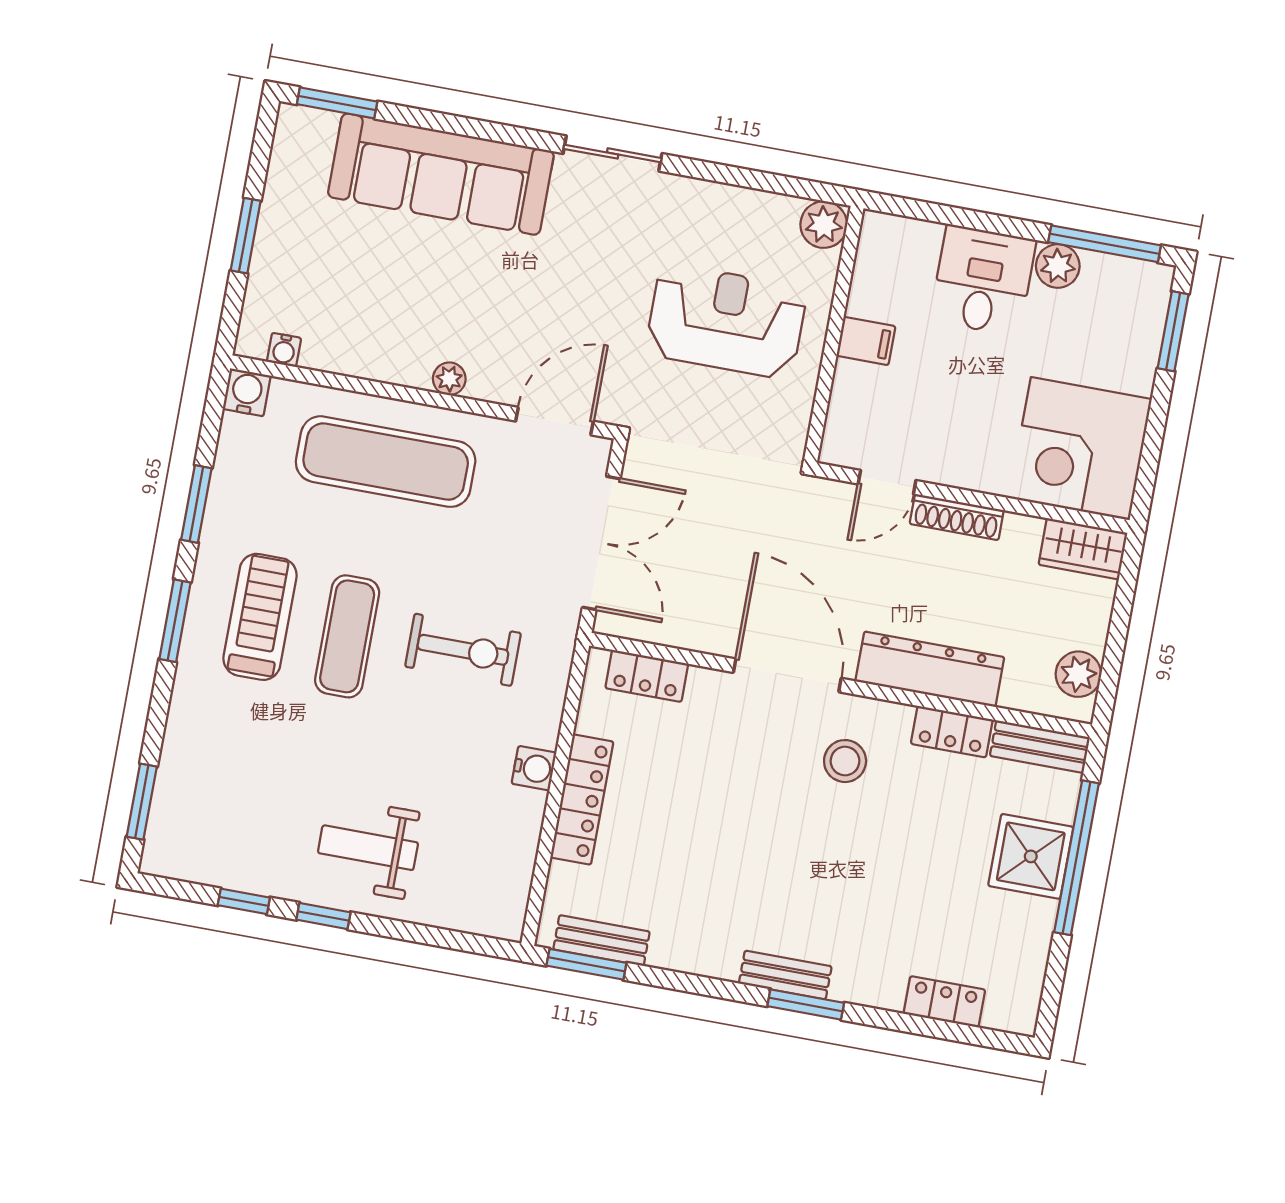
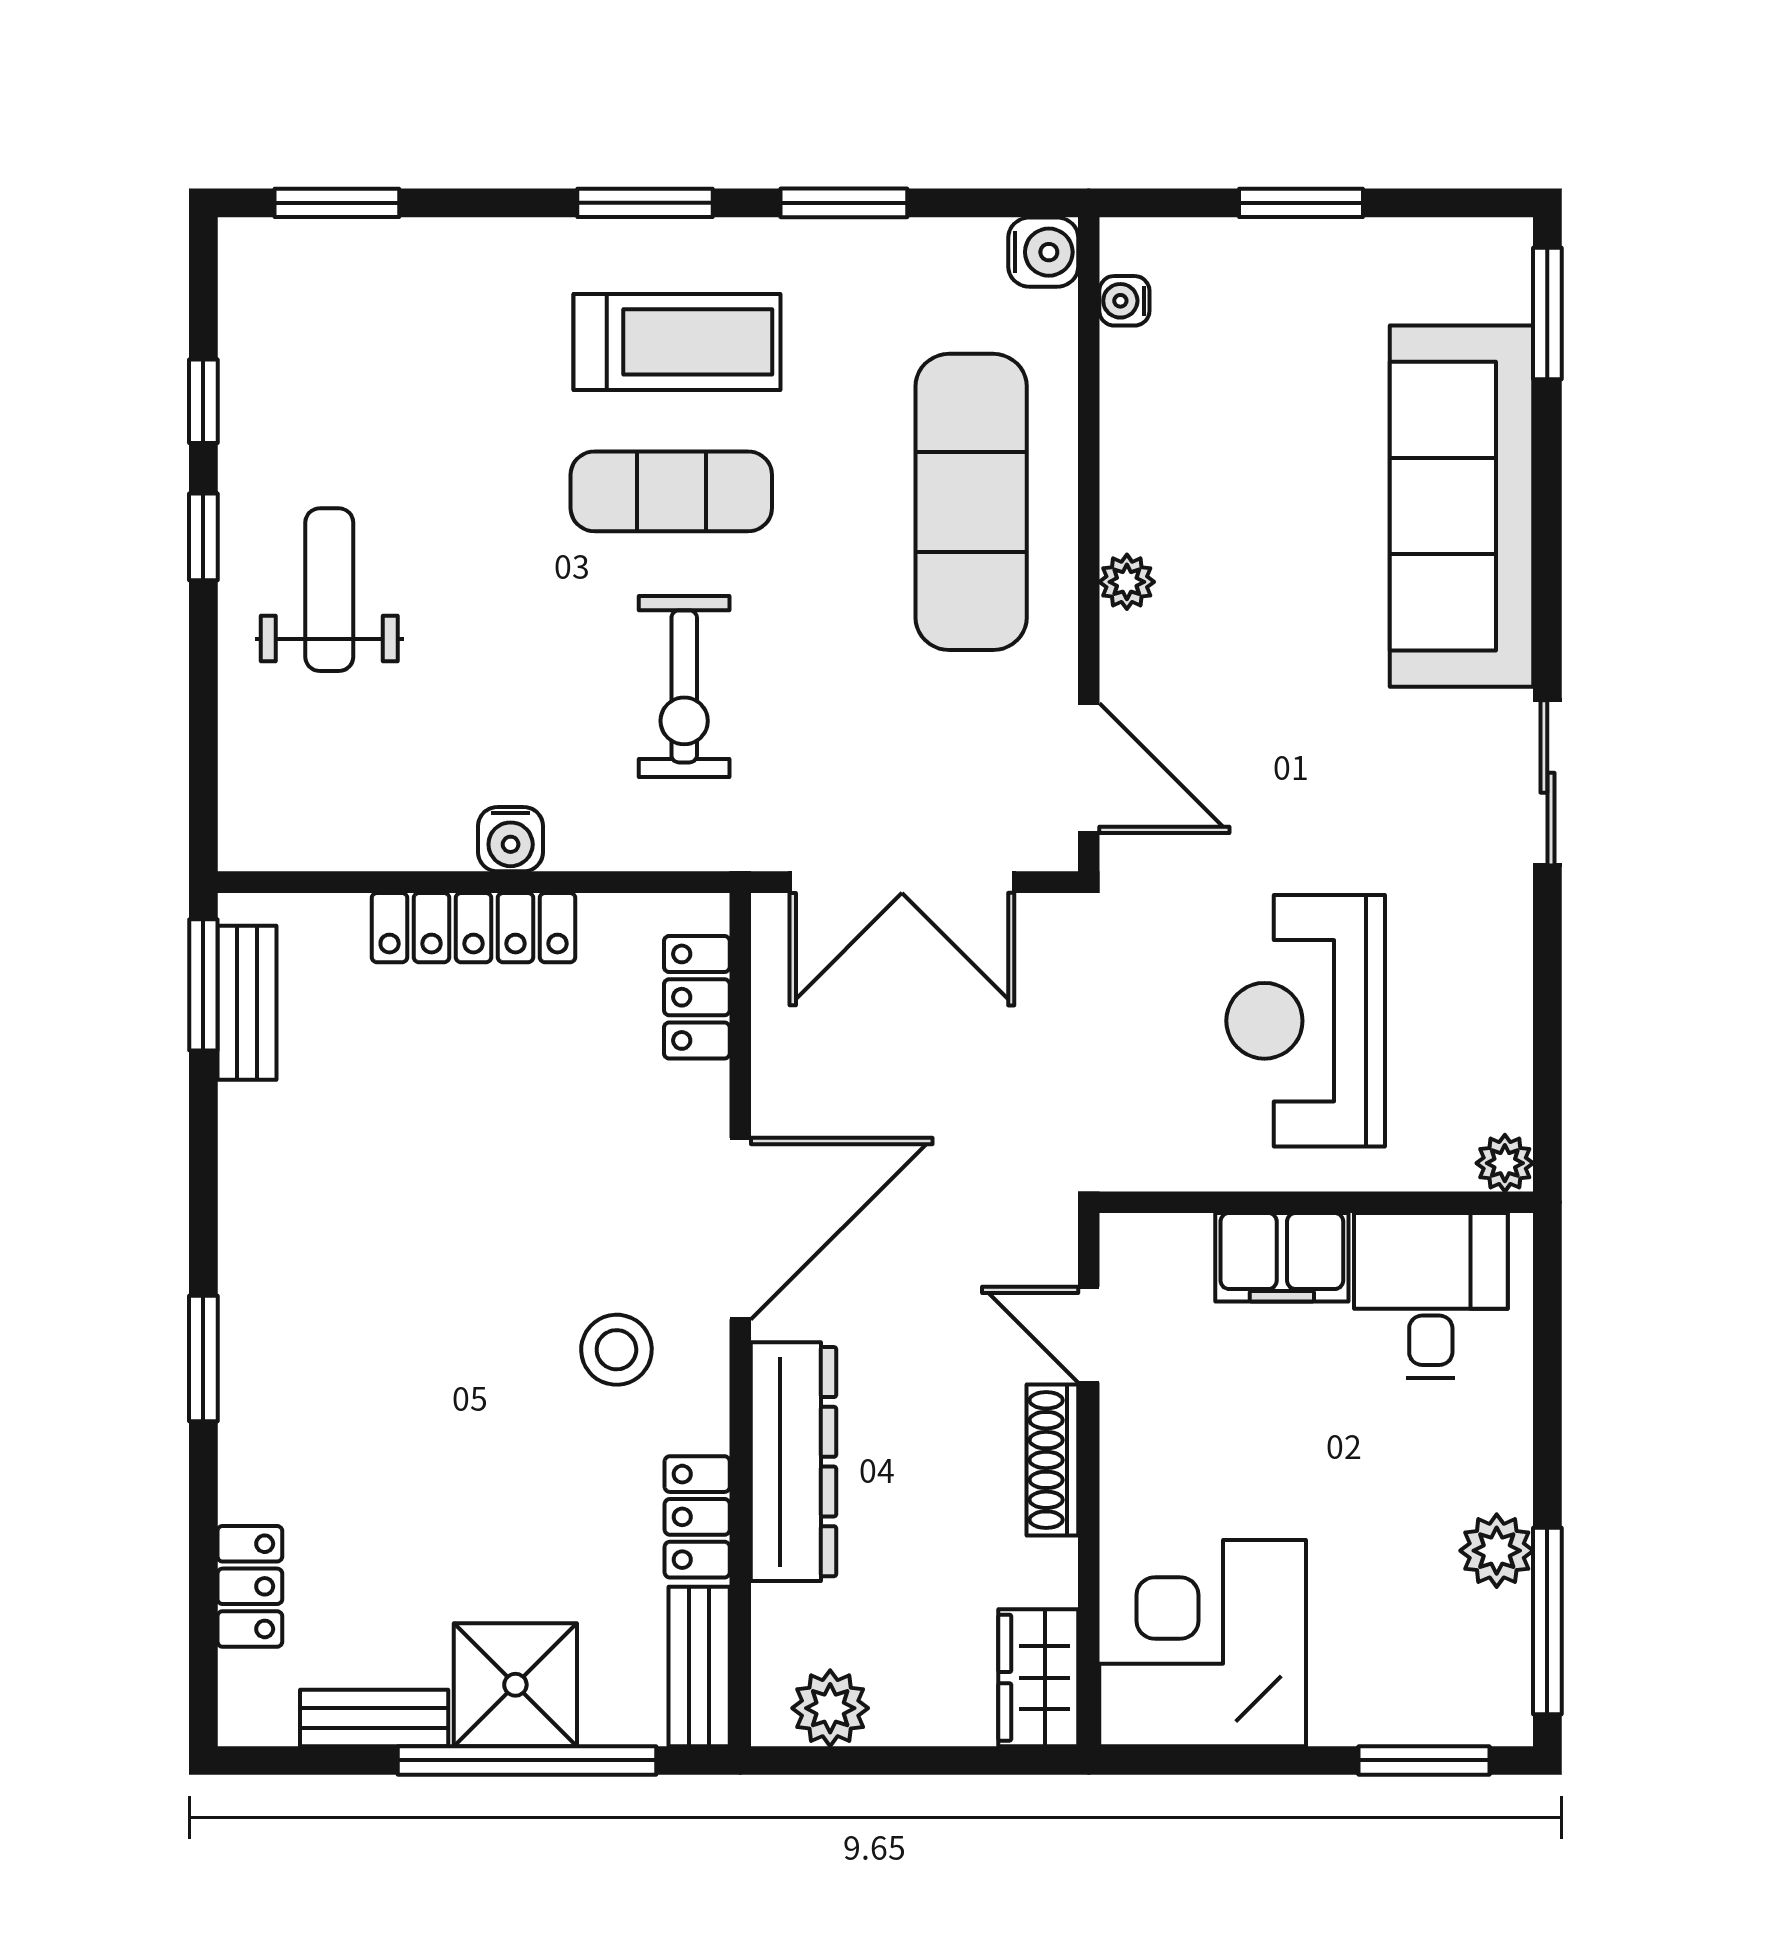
plant: (824, 225) -> (1505, 1163), width x0.73, depth x0.73
desk: (983, 280) -> (1431, 1296), moved, turned -90
reception desk: (726, 321) -> (1306, 1021), turned 180
filing cabinet: (866, 341) -> (1282, 1257), width x2.00
bench: (785, 975) -> (374, 1718), moved, turned 90

